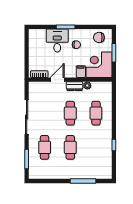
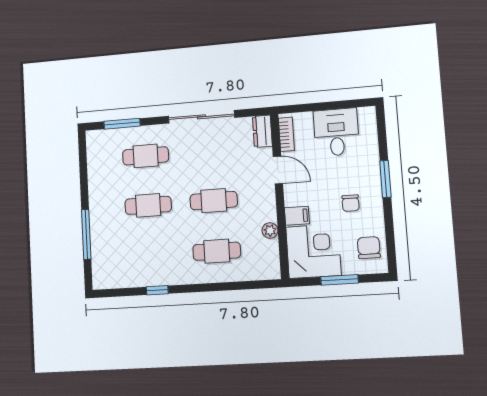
desk: (57, 41) -> (336, 132), moved, turned -90
dresser: (74, 86) -> (262, 131), moved

